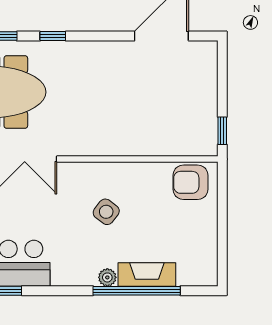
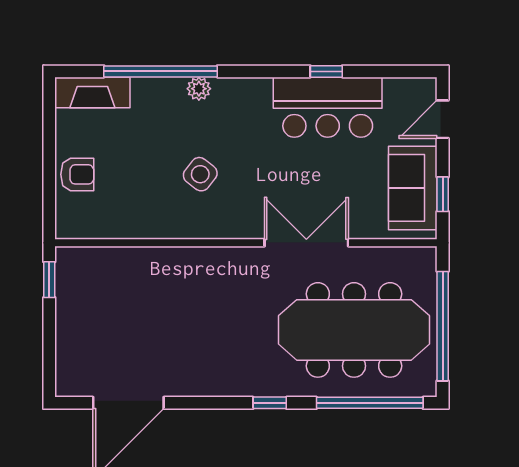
armchair: (190, 182) -> (77, 174), moved, width x0.72, depth x0.72
fireplace: (147, 275) -> (92, 92), moved

